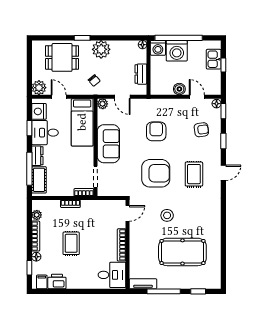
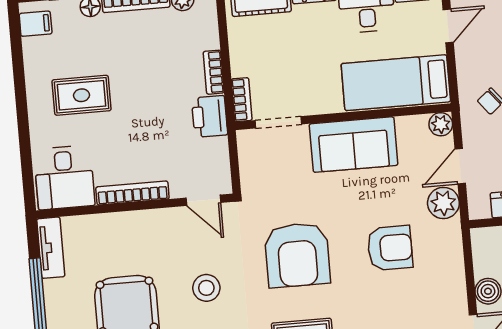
plant: (138, 106) -> (443, 203), added
rug: (71, 243) -> (82, 95), moved
printer: (57, 281) -> (210, 116), moved, turned 180

